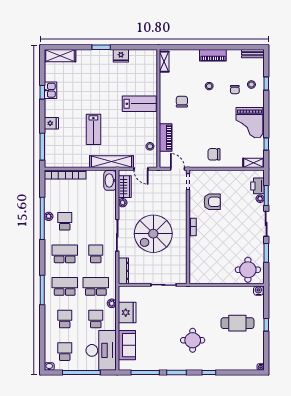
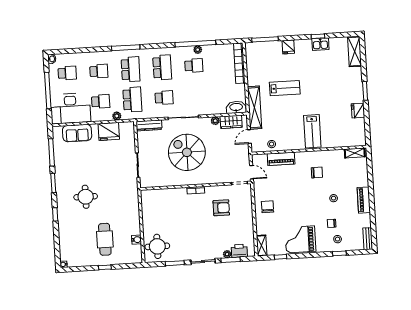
lab bench: (93, 129) -> (285, 88), turned 180
door: (178, 169) -> (251, 172), hinge flipped
armchair: (212, 202) -> (221, 208), turned -90
water cooler: (258, 291) -> (137, 240), moved

